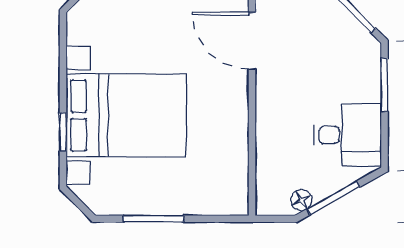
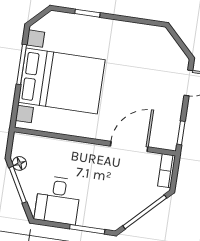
bed with nightstands: (126, 115) -> (62, 81), moved, turned -90

